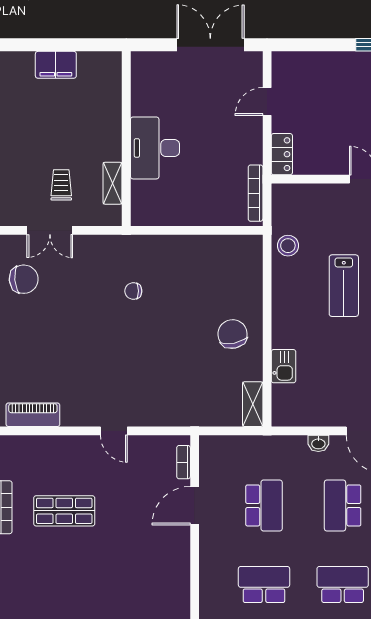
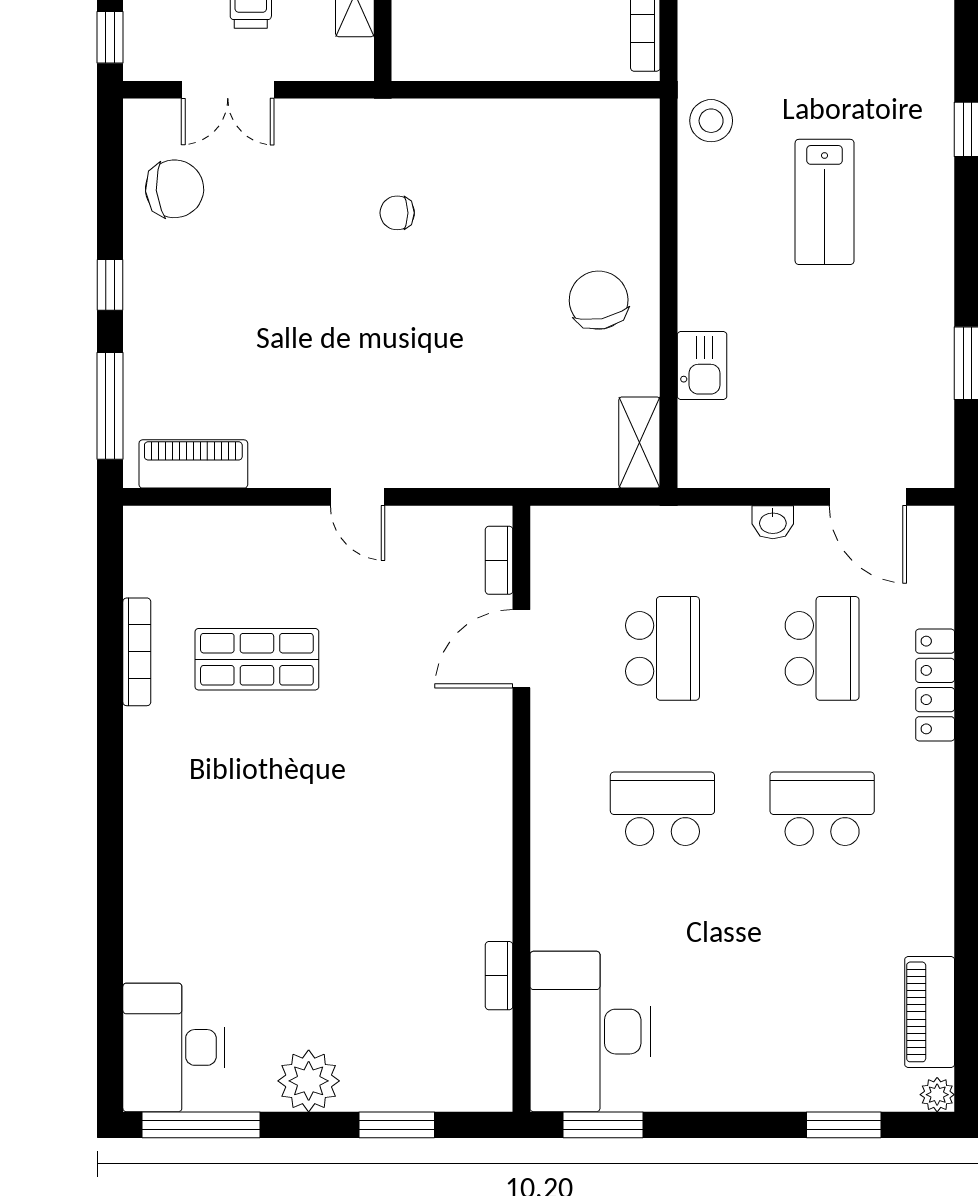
school desk: (343, 505) -> (822, 648), turned 180

